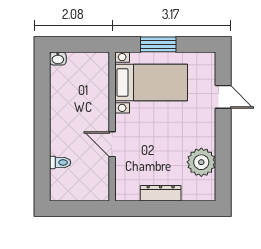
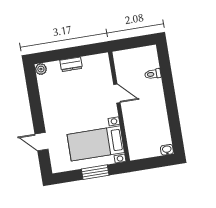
plant: (201, 162) -> (41, 69), moved, width x0.53, depth x0.53
dresser: (161, 193) -> (71, 64), width x0.70

